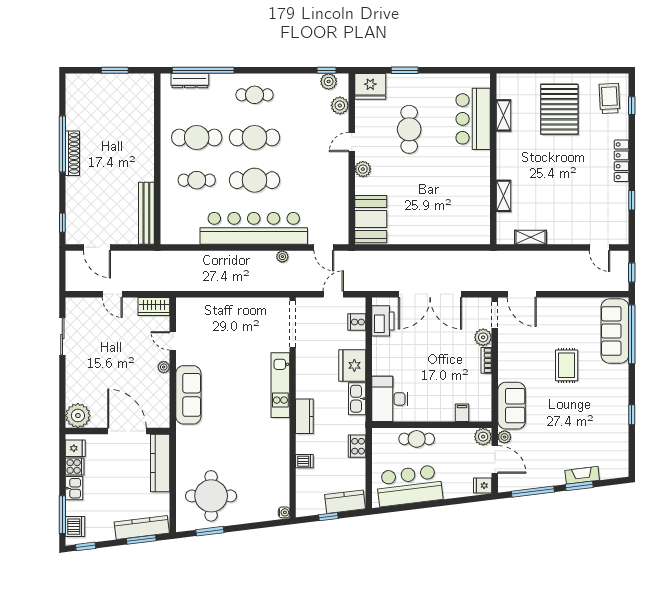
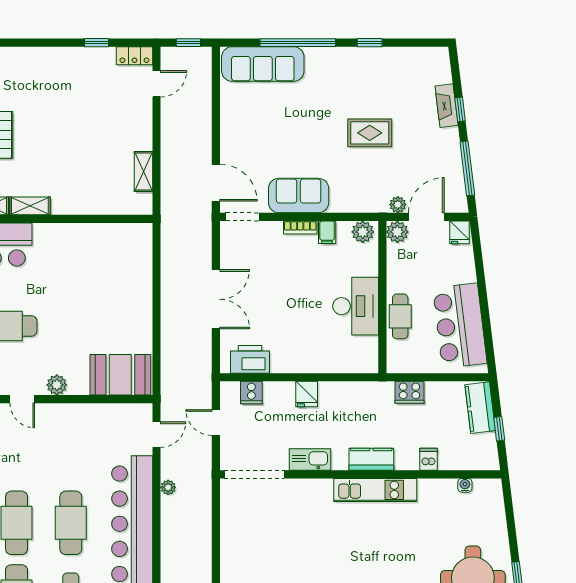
locker: (621, 161) -> (134, 56), moved, width x0.66
shelving: (504, 196) -> (30, 206), moved
double door: (430, 294) -> (216, 299), width x0.73
door: (522, 294) -> (216, 183), hinge flipped
window: (632, 334) -> (298, 43), moved
plant: (483, 337) -> (363, 232), moved
fridge: (352, 365) -> (307, 394), width x0.53, depth x0.75
rug: (567, 365) -> (370, 133), moved
kitchen unit: (280, 385) -> (375, 490), moved
kitchen sink: (357, 399) -> (310, 459), moved, turned 180
desk: (390, 399) -> (356, 306), moved, turned -90
sofa: (512, 406) -> (299, 196), moved
filing cabinet: (462, 413) -> (327, 232), moved, turned -90
window: (579, 486) -> (460, 109), width x0.67
water cooler: (284, 512) -> (465, 485), moved

